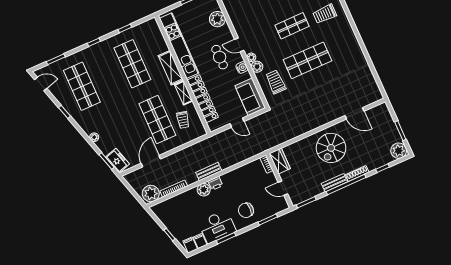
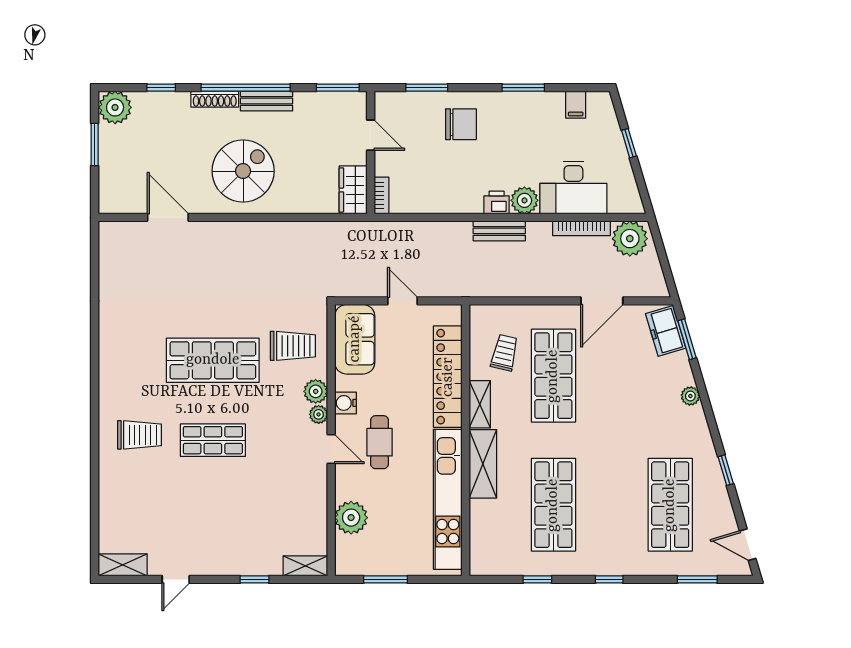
trolley: (276, 82) -> (293, 346), turned -90
desk: (217, 227) -> (573, 188), moved, turned 180
filing cabinet: (190, 245) -> (598, 105), removed

